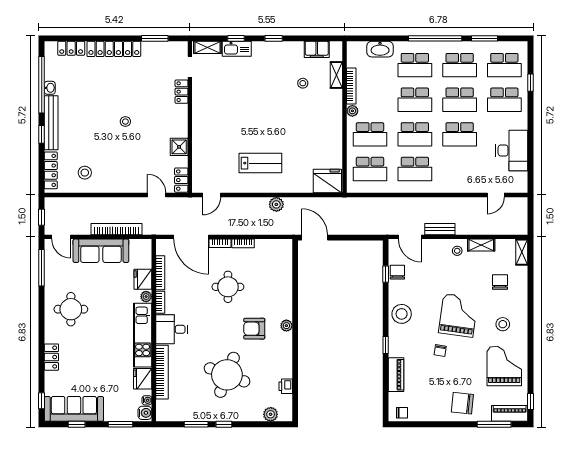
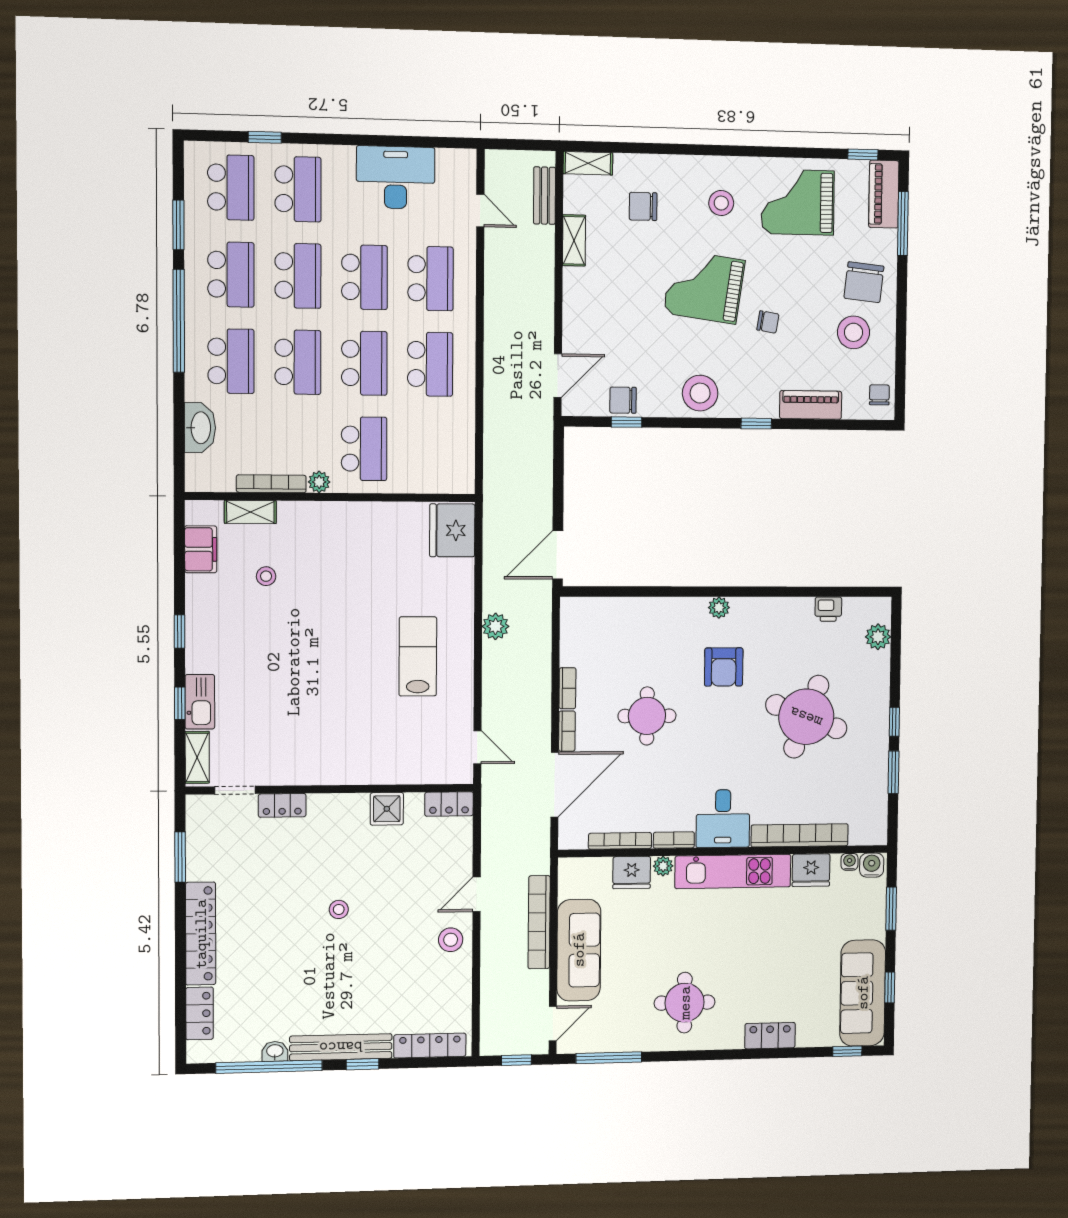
school desk: (370, 169) -> (430, 279), moved
stool: (85, 173) -> (451, 940), moved
door: (157, 195) -> (477, 894), moved
bench: (440, 229) -> (544, 196), moved
stool: (457, 251) -> (853, 332), moved, width x1.89, depth x1.89

